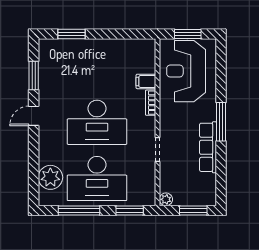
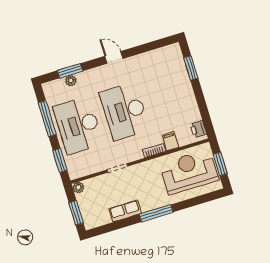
printer: (142, 46) -> (198, 129), added
window: (34, 75) -> (70, 71), moved
row of seats: (208, 147) -> (125, 211), width x0.68
plant: (50, 177) -> (71, 81), width x0.53, depth x0.53

